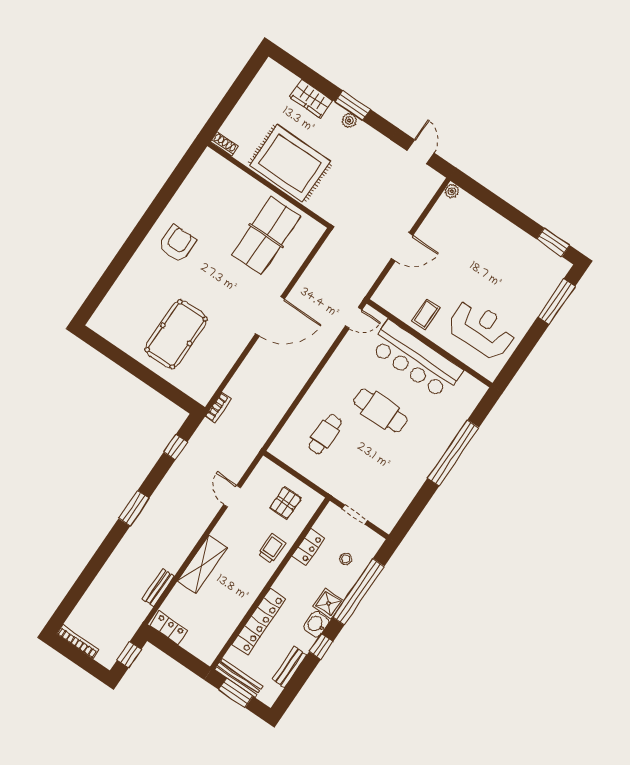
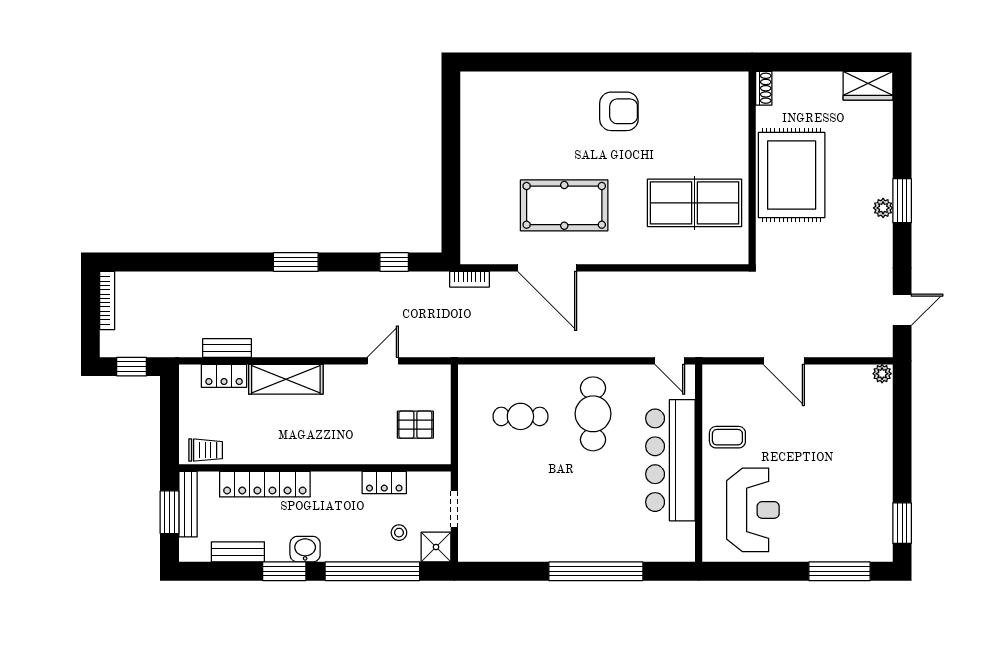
wardrobe: (311, 99) -> (868, 86), moved, turned -90
door: (270, 316) -> (547, 268), moved
pool table: (176, 334) -> (564, 205), moved
cafe table: (380, 410) -> (593, 414), moved
trolley: (272, 548) -> (206, 450), moved
shower: (328, 604) -> (436, 547), moved
locker: (169, 628) -> (224, 376), moved, turned 90
window: (321, 647) -> (284, 571), width x1.50

